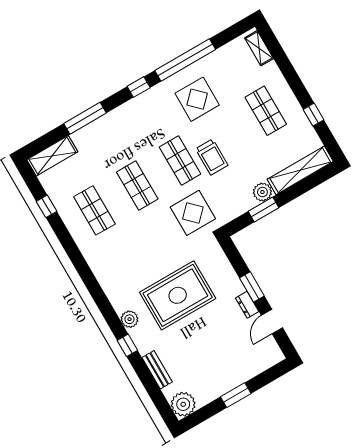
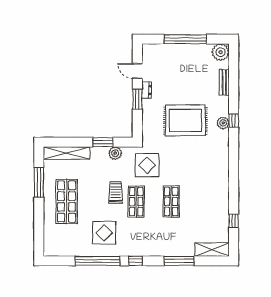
shelving: (259, 48) -> (48, 242), removed
shop shelf: (266, 111) -> (66, 202), width x1.43, depth x1.36
window: (313, 115) -> (39, 182), width x2.17
plant: (262, 192) -> (115, 153), moved
shop shelf: (94, 210) -> (206, 202), removed
door: (272, 321) -> (137, 71), swing flipped
window: (127, 345) -> (234, 121), moved
window: (236, 395) -> (185, 39), width x2.11

